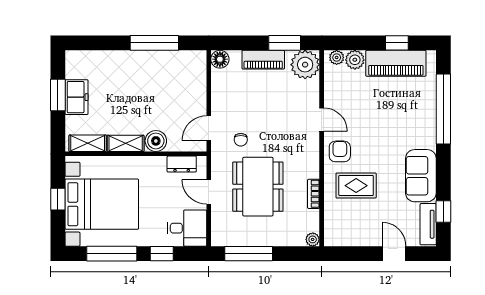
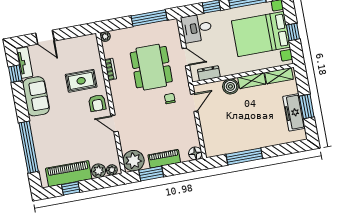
freezer: (76, 97) -> (294, 112), width x1.40

